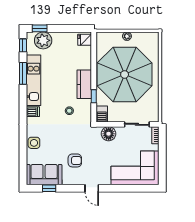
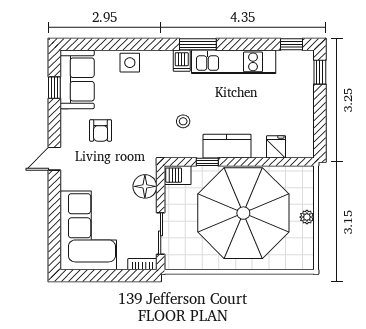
plant: (43, 40) -> (300, 78), removed
fridge: (85, 40) -> (276, 147), moved
window: (23, 73) -> (198, 44), moved

